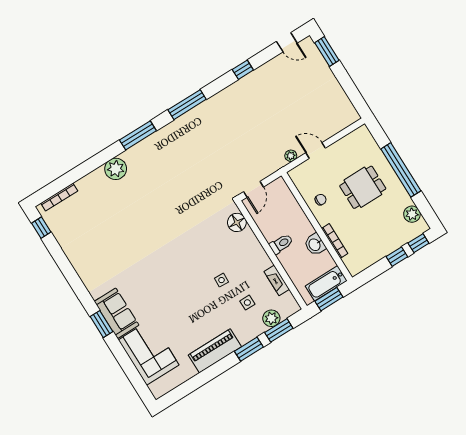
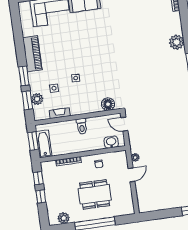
dining table: (363, 187) -> (95, 194), width x1.38
window: (418, 243) -> (38, 178), moved
washbasin: (315, 244) -> (111, 142), moved

